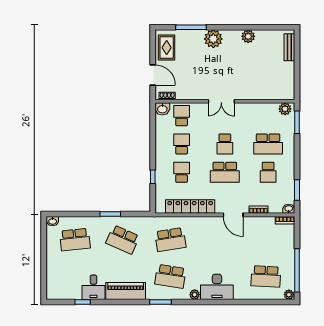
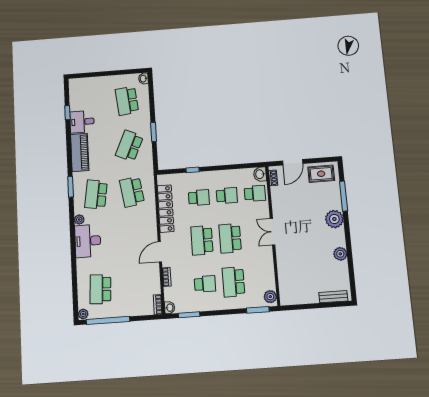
school desk: (225, 144) -> (230, 238), width x1.85
school desk: (268, 172) -> (205, 284), turned 180

